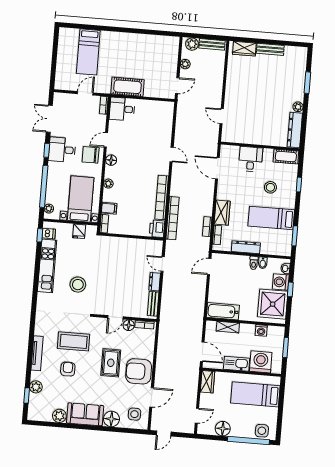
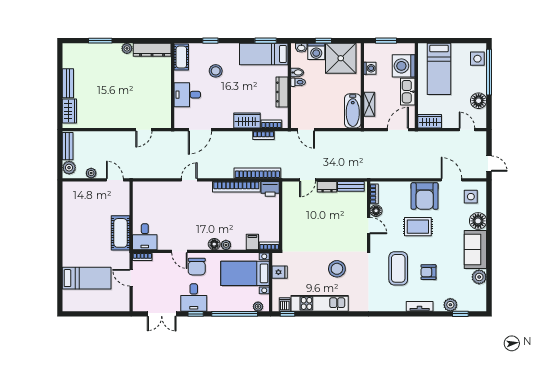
floor lamp: (111, 160) -> (214, 244), moved
bed: (271, 218) -> (264, 54), moved, turned 90
tv unit: (37, 353) -> (420, 306), width x0.71

